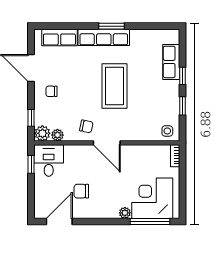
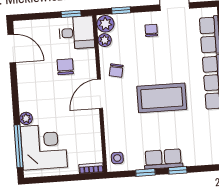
row of seats: (171, 62) -> (163, 159), moved
chair: (81, 191) -> (65, 67), moved

